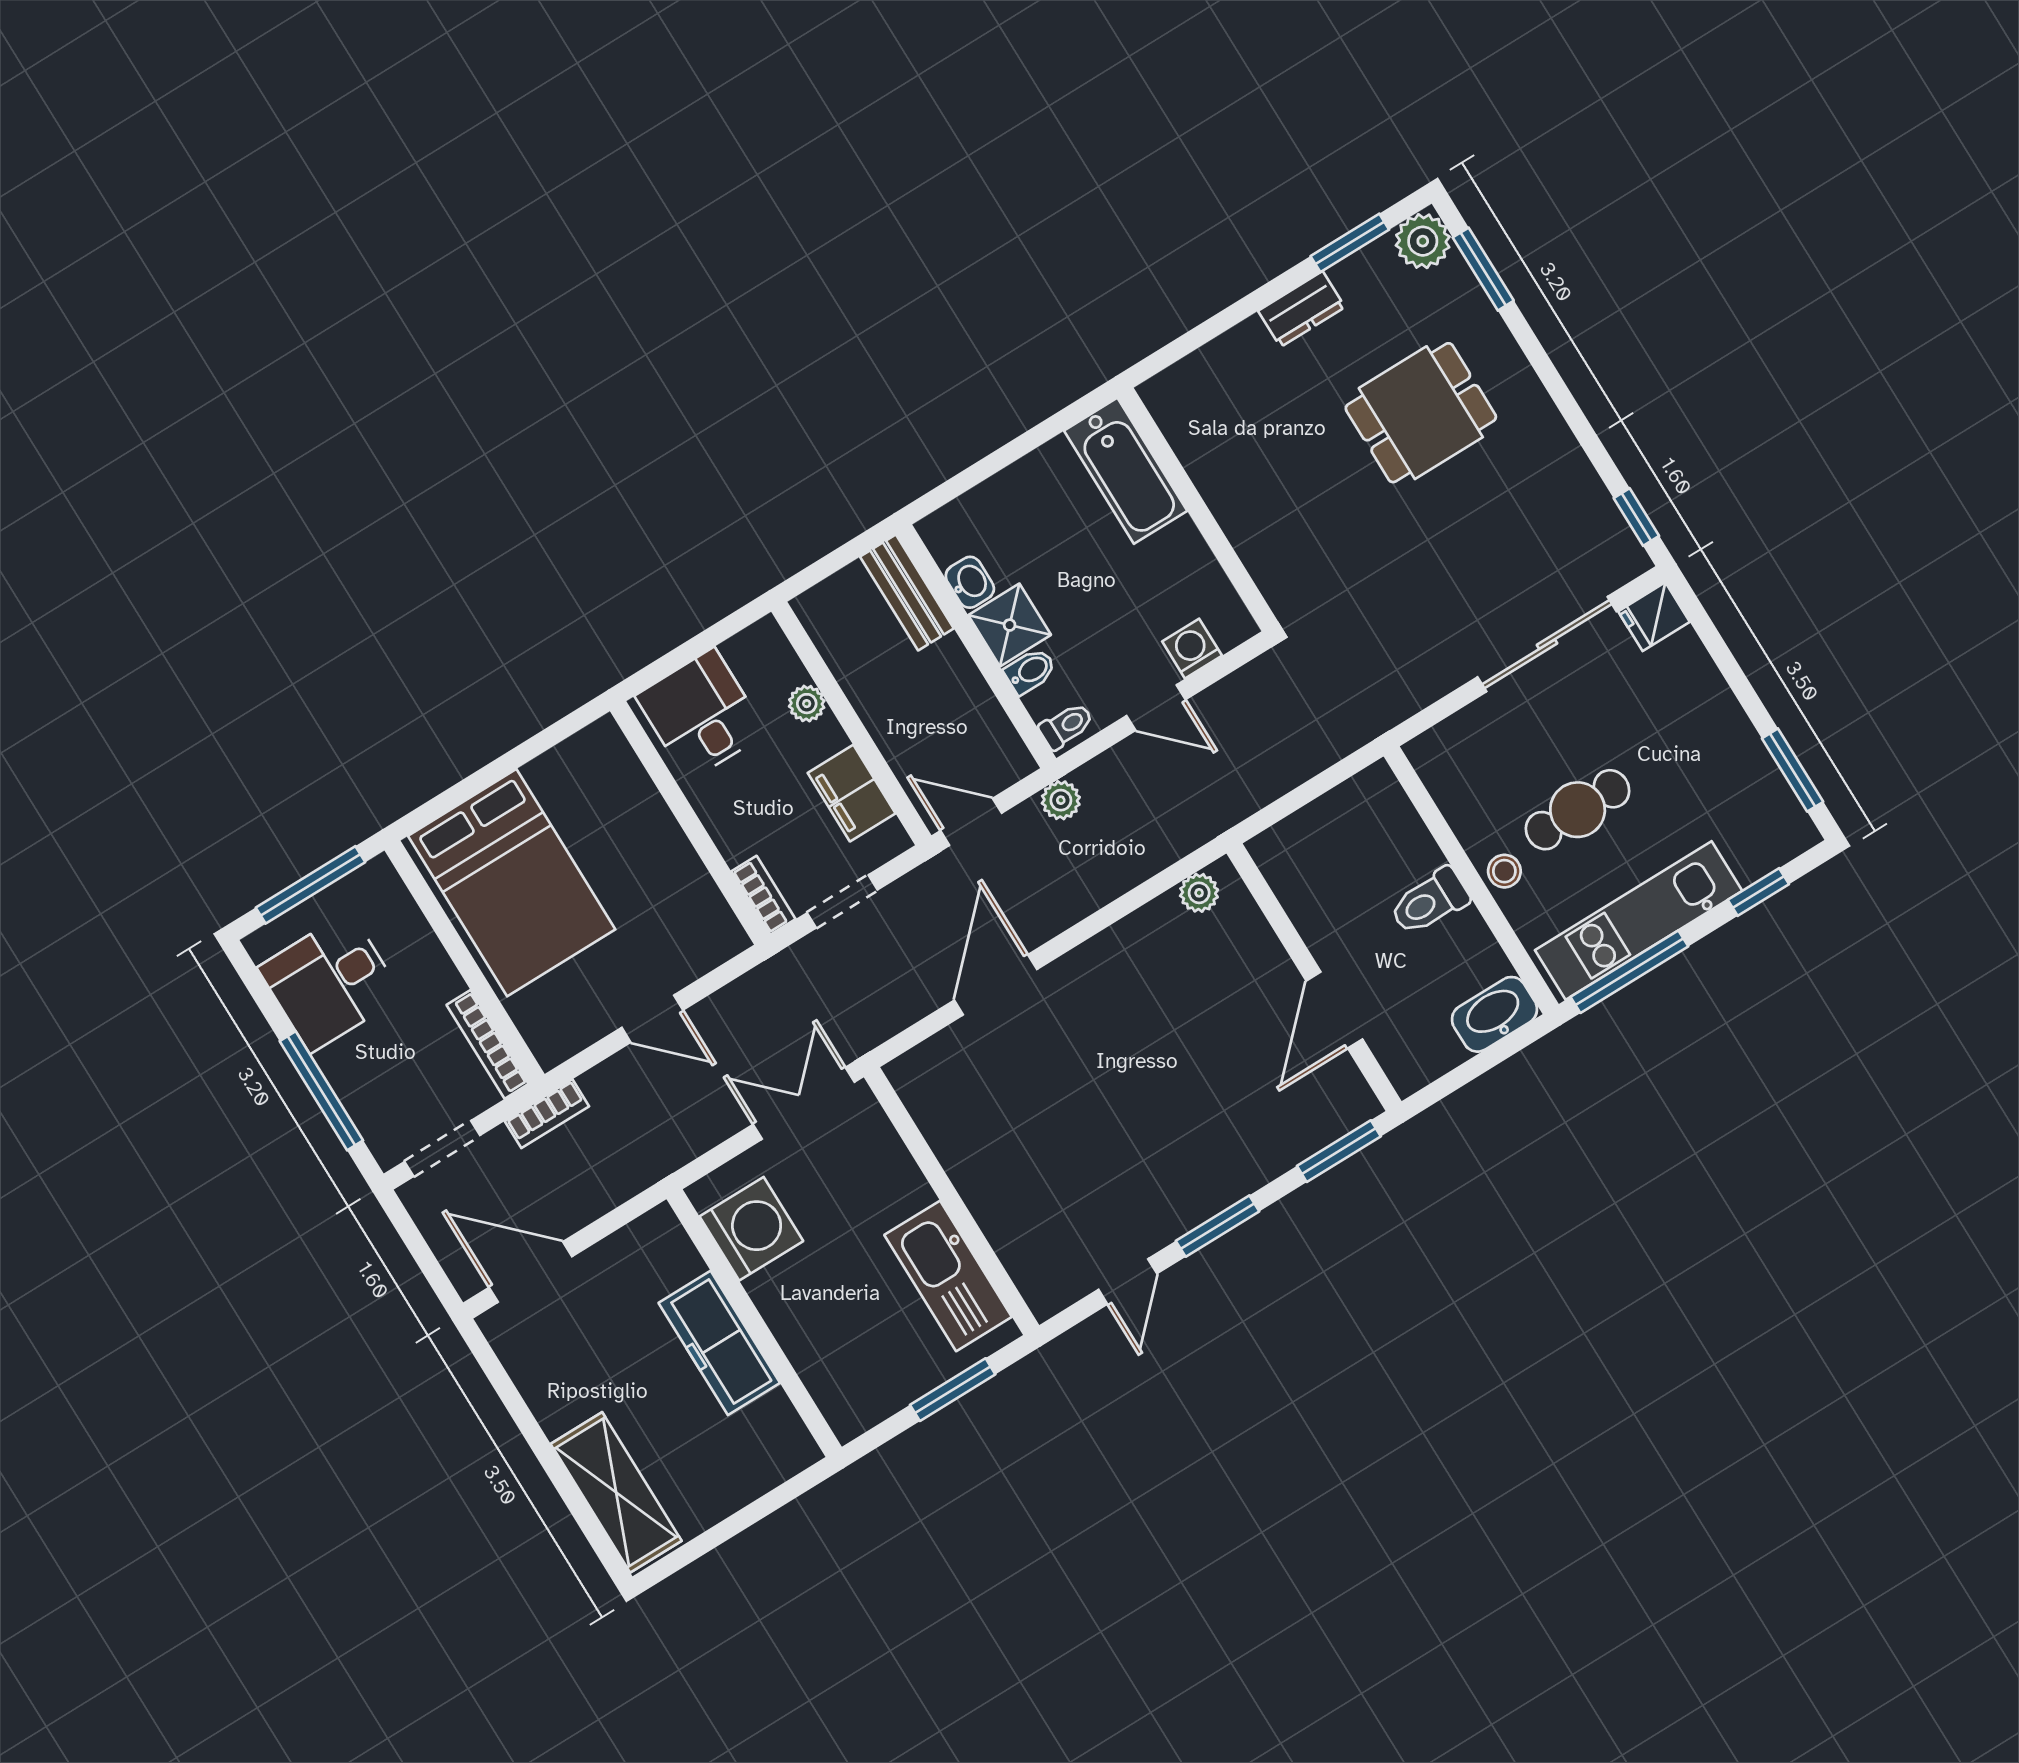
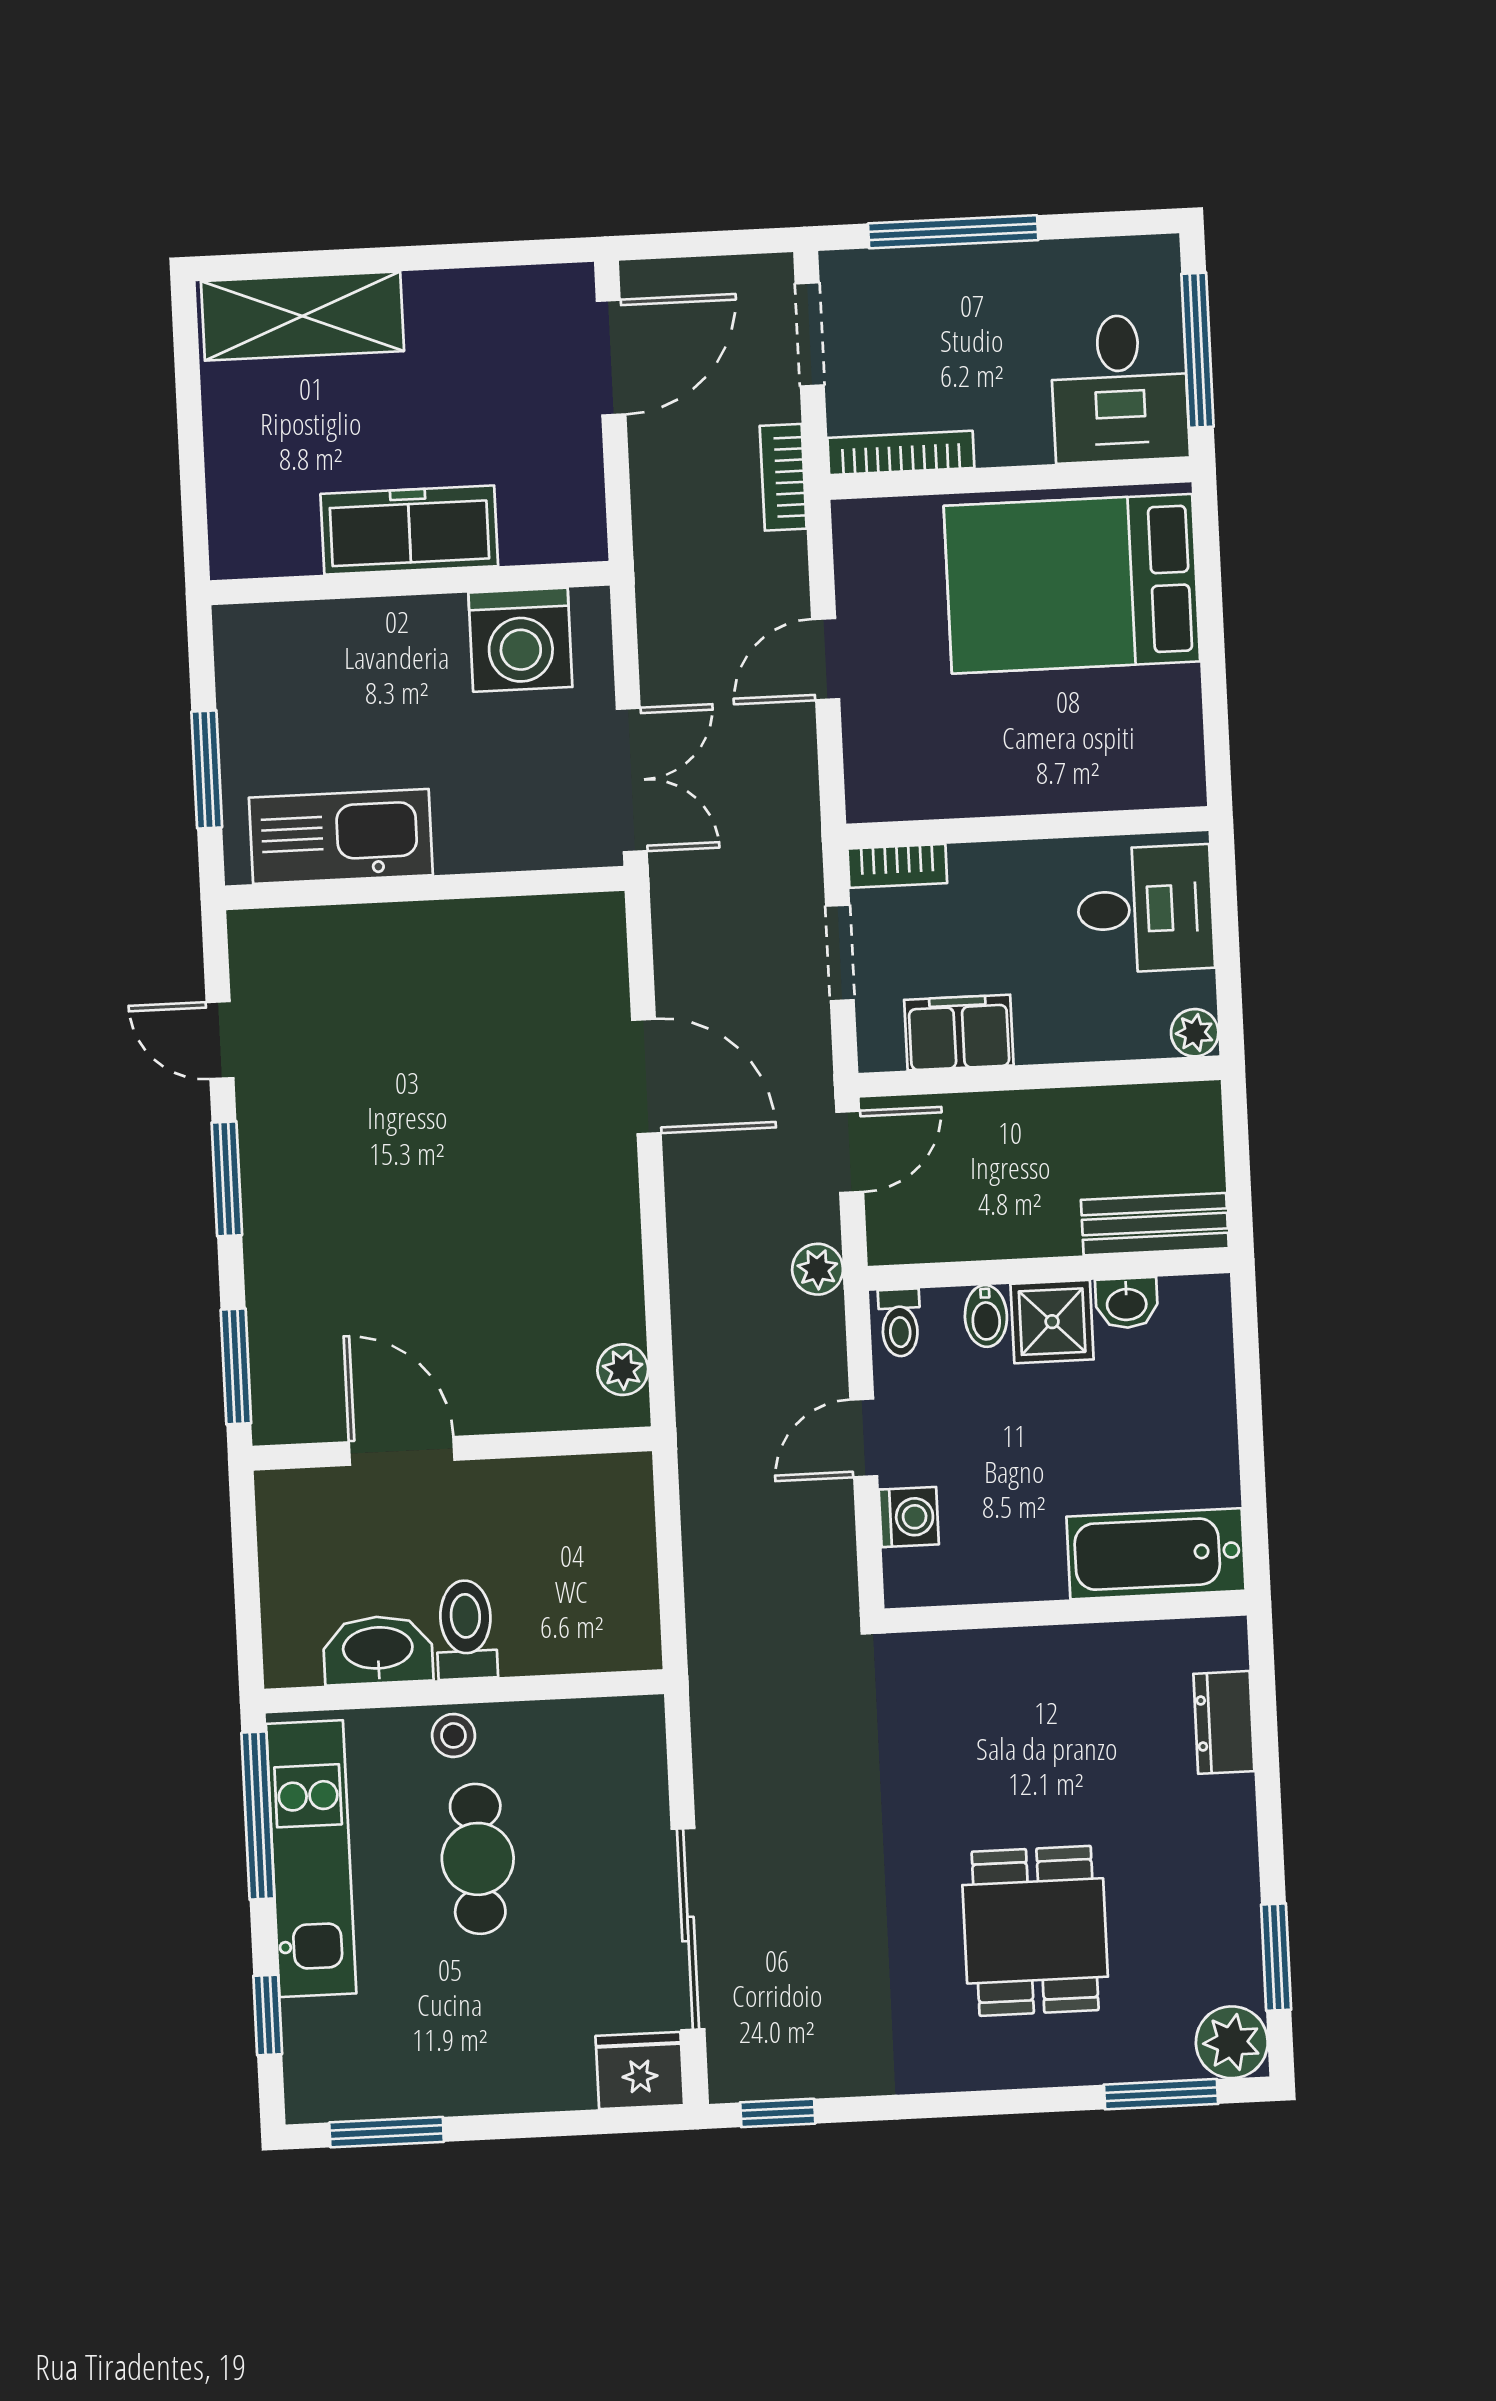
dresser: (1302, 309) -> (1224, 1722), moved
fridge: (1654, 617) -> (640, 2071), width x1.38
plant: (807, 704) -> (1195, 1033), moved
desk: (330, 982) -> (1120, 388), moved, turned 180
washbasin: (1495, 1014) -> (378, 1650), moved, turned -90

